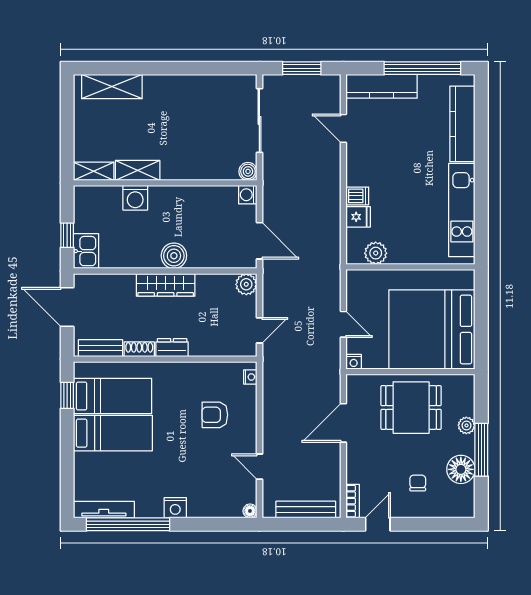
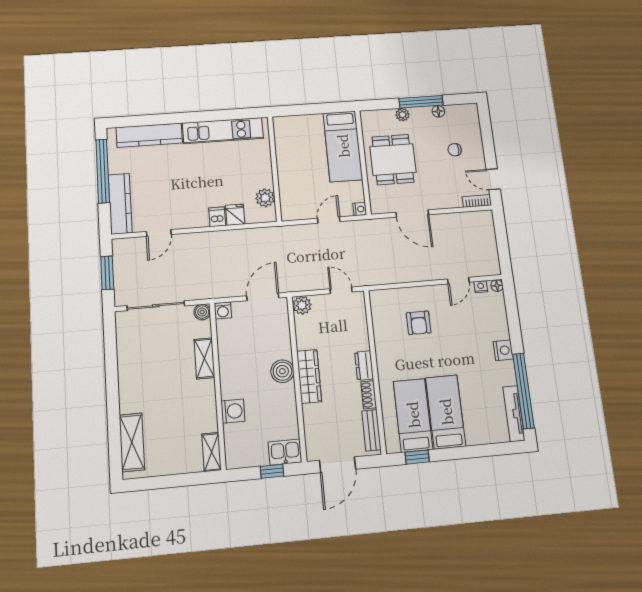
shelving: (138, 170) -> (204, 358), moved
bed: (432, 329) -> (343, 146), width x0.49
nightstand: (250, 377) -> (481, 287), moved
floor lamp: (461, 469) -> (438, 111), width x0.53, depth x0.53
bench: (306, 510) -> (489, 239), removed

